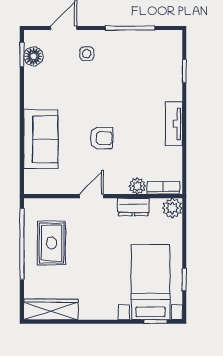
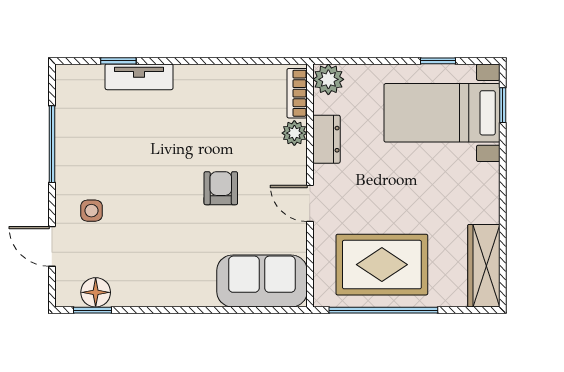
tv unit: (174, 124) -> (139, 77), moved
sofa: (41, 139) -> (262, 281), moved
rug: (52, 243) -> (382, 265), width x1.36, depth x1.43

